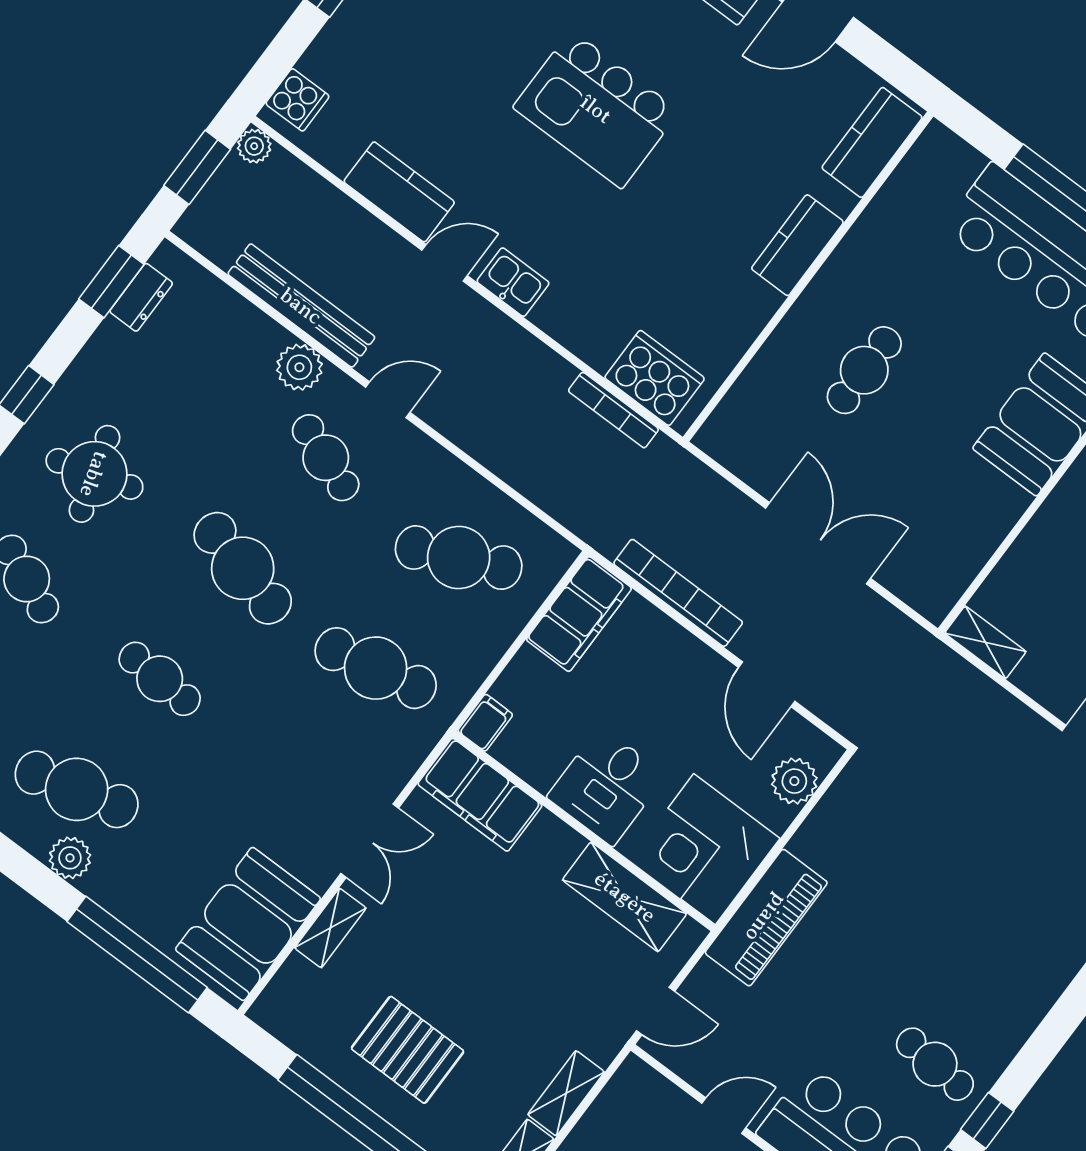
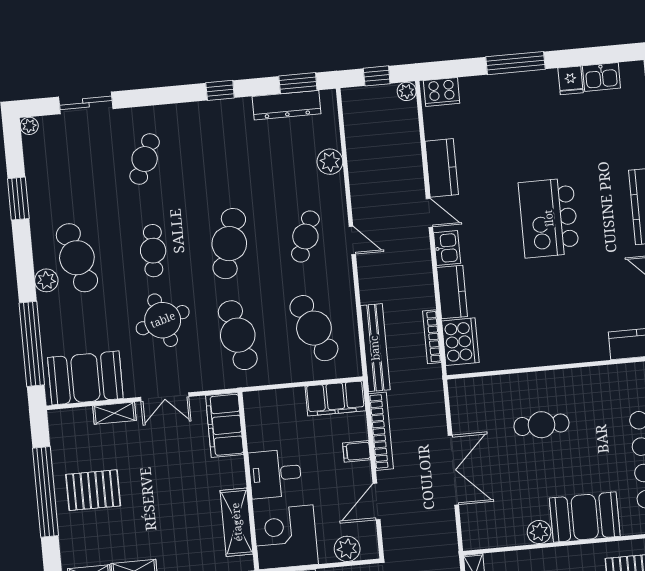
cooker: (297, 100) -> (442, 92), width x1.36
window: (197, 167) -> (377, 76), width x0.67
kitchen counter: (797, 245) -> (452, 292), moved, turned 90
dresser: (141, 297) -> (286, 105), width x1.96, depth x1.24
bench: (301, 306) -> (375, 348), moved
plant: (299, 367) -> (330, 162), moved
round table: (94, 474) -> (163, 320), moved
plant: (1005, 504) -> (539, 532), added
filing cabinet: (485, 723) -> (357, 451), moved, turned 180
pallet: (408, 1050) -> (93, 490), turned 90

